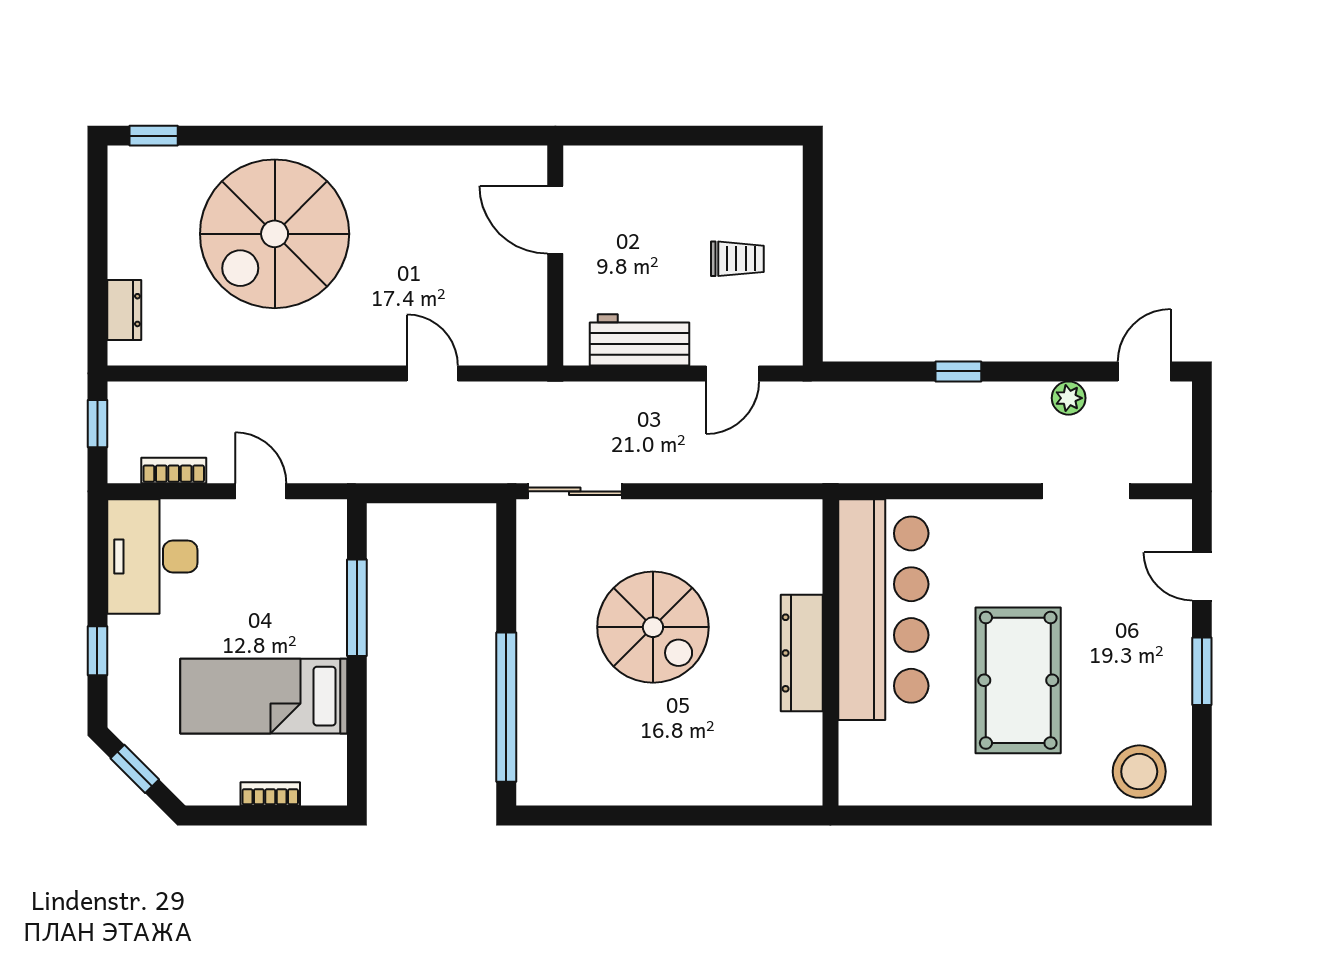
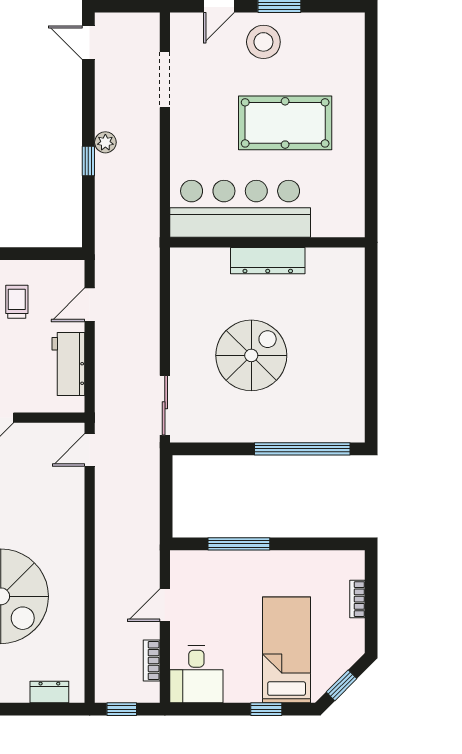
door: (432, 373) -> (90, 450), moved
door: (733, 373) -> (90, 305), swing flipped
plant: (1069, 398) -> (105, 142), moved
desk: (152, 556) -> (196, 674), width x0.73
bed: (264, 696) -> (287, 650), moved, turned 180
stool: (1139, 772) -> (263, 42), moved

